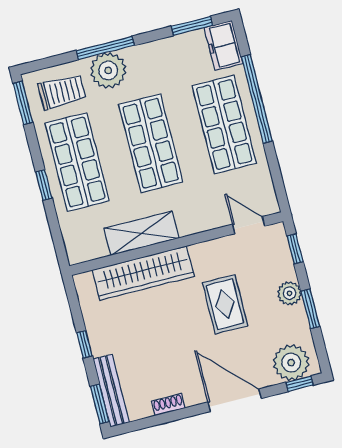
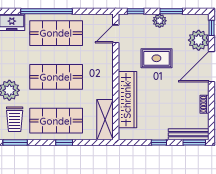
trolley: (62, 92) -> (15, 119), turned 180
shelving: (141, 233) -> (105, 120), moved
plant: (291, 363) -> (199, 40), moved

